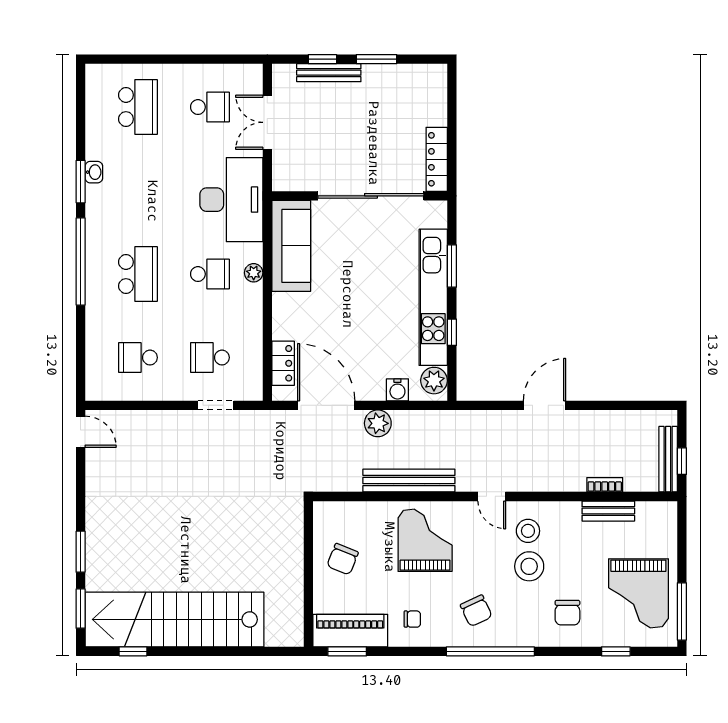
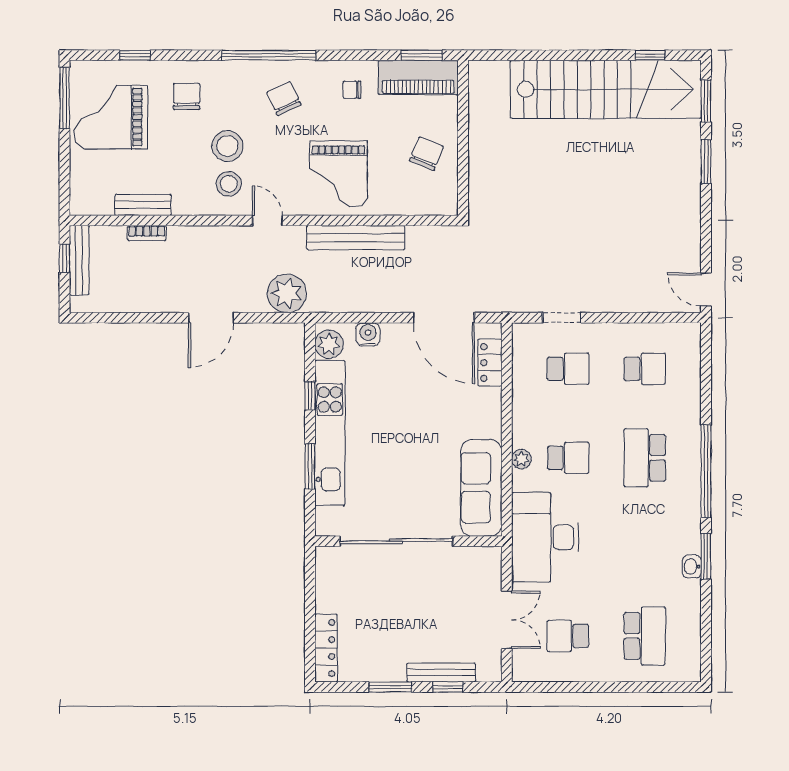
school desk: (138, 107) -> (645, 636), turned 180
locker: (437, 159) -> (326, 648), moved
school desk: (210, 274) -> (568, 458), turned 180
plant: (378, 423) -> (287, 293), moved, width x1.36, depth x1.36
grand piano: (638, 593) -> (111, 117), turned -90

